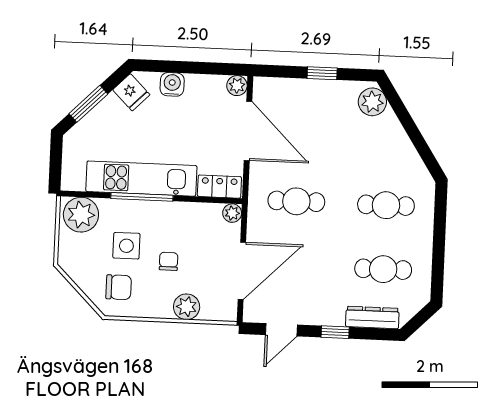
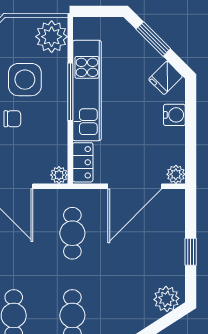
side table: (126, 246) -> (25, 80), width x1.37, depth x1.37

